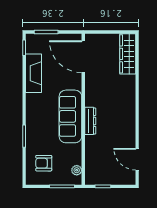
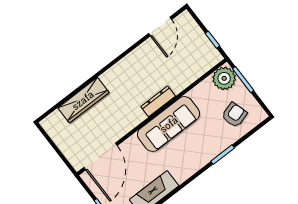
wardrobe: (128, 54) -> (83, 100), moved
armchair: (44, 163) -> (234, 115), turned -107
plant: (77, 170) -> (224, 78), width x1.88, depth x1.88

